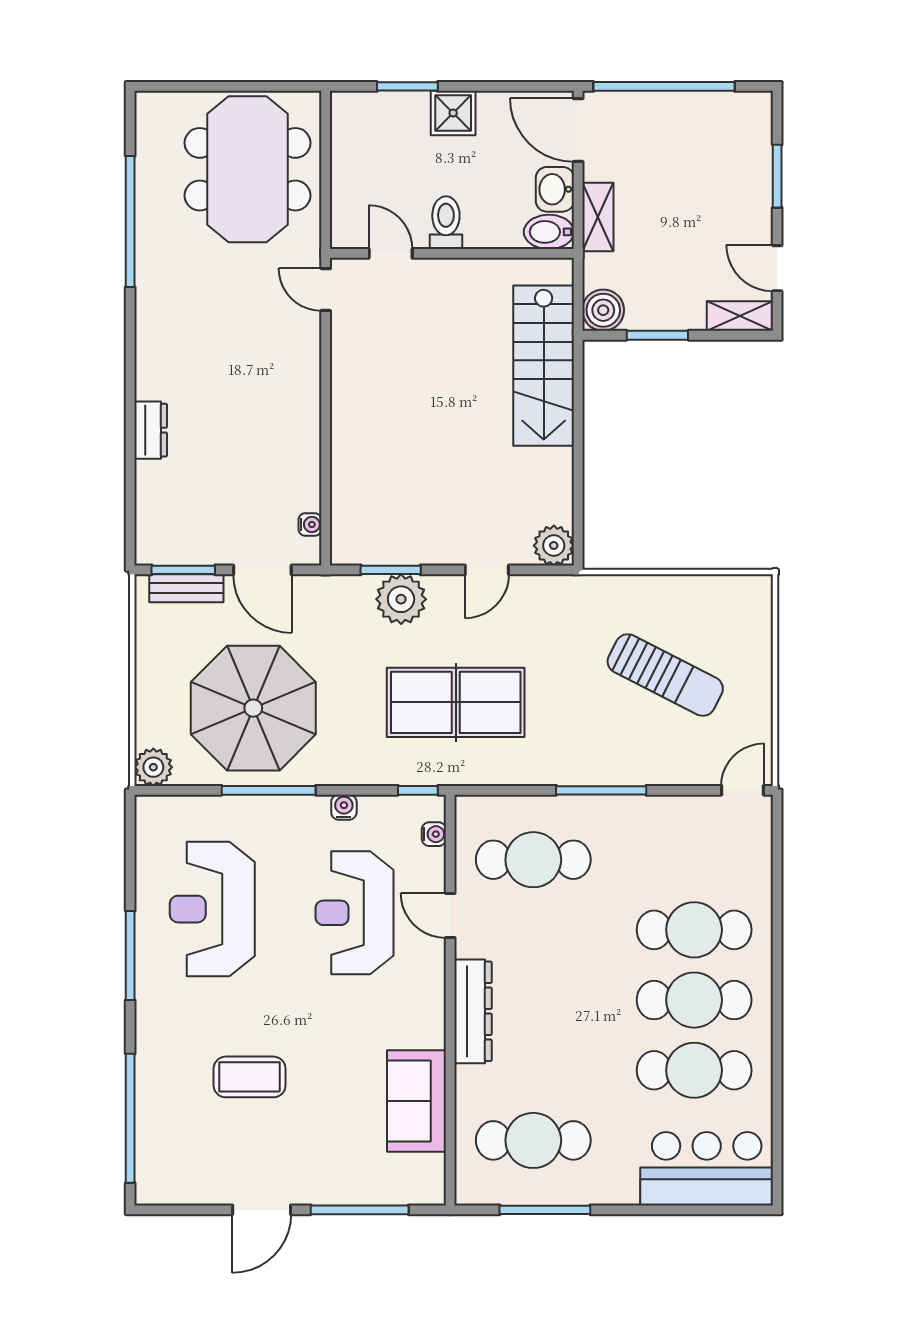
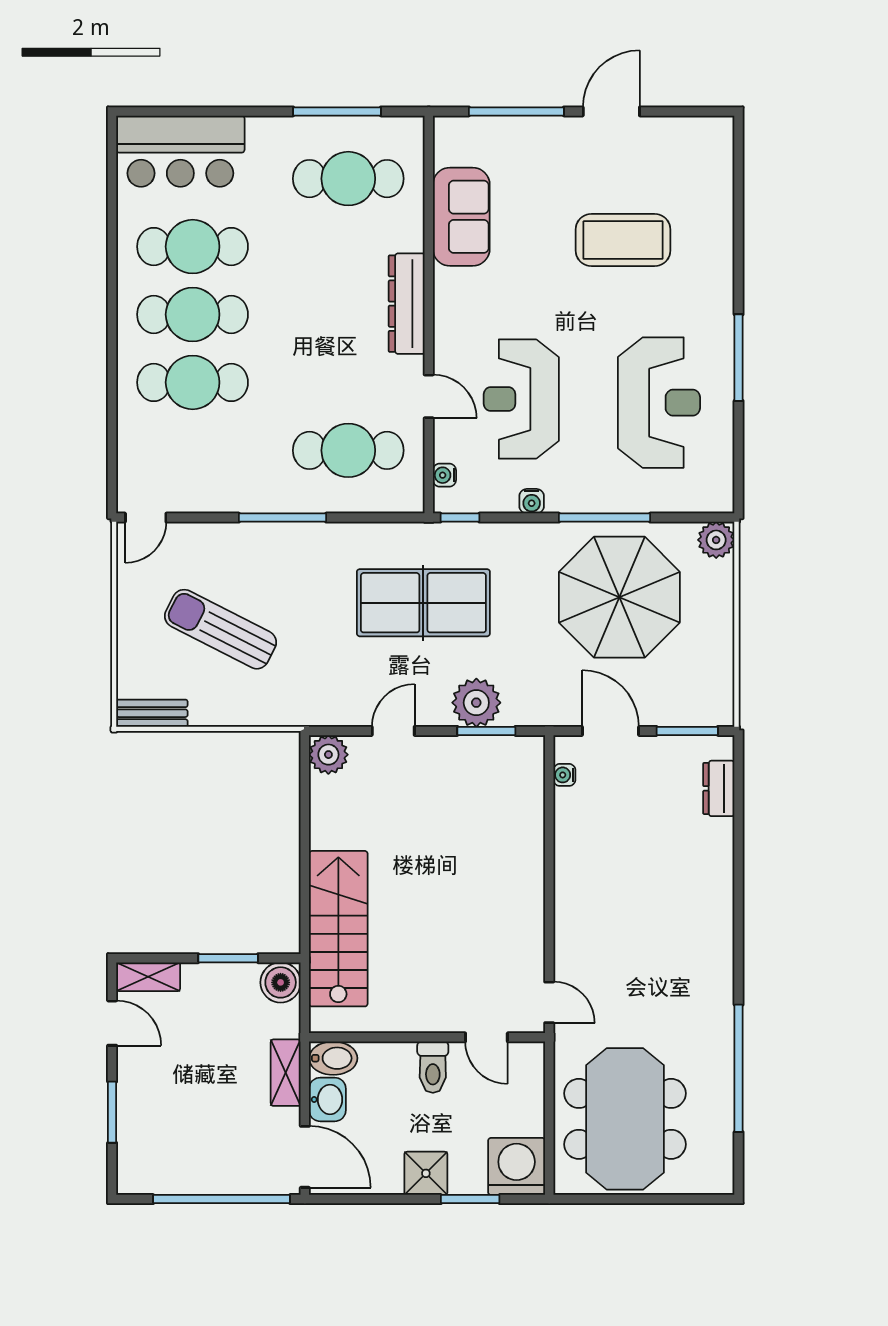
washing machine: (359, 120) -> (517, 1166), added
dresser: (151, 430) -> (719, 788), moved
bench: (186, 588) -> (152, 713), moved
reception desk: (355, 913) -> (521, 399), turned 180
coffee table: (250, 1077) -> (623, 240), width x1.36, depth x1.32
window: (130, 1118) -> (739, 200), removed

